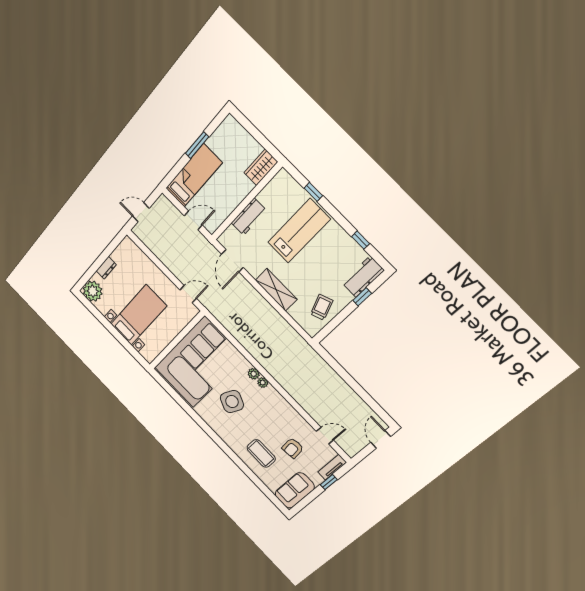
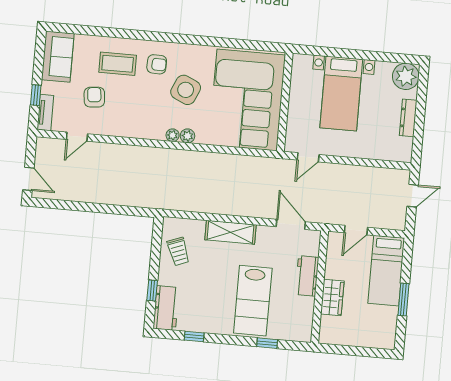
wardrobe: (261, 167) -> (332, 298), moved
dresser: (106, 268) -> (408, 118), width x1.44
armchair: (237, 432) -> (157, 64), added

